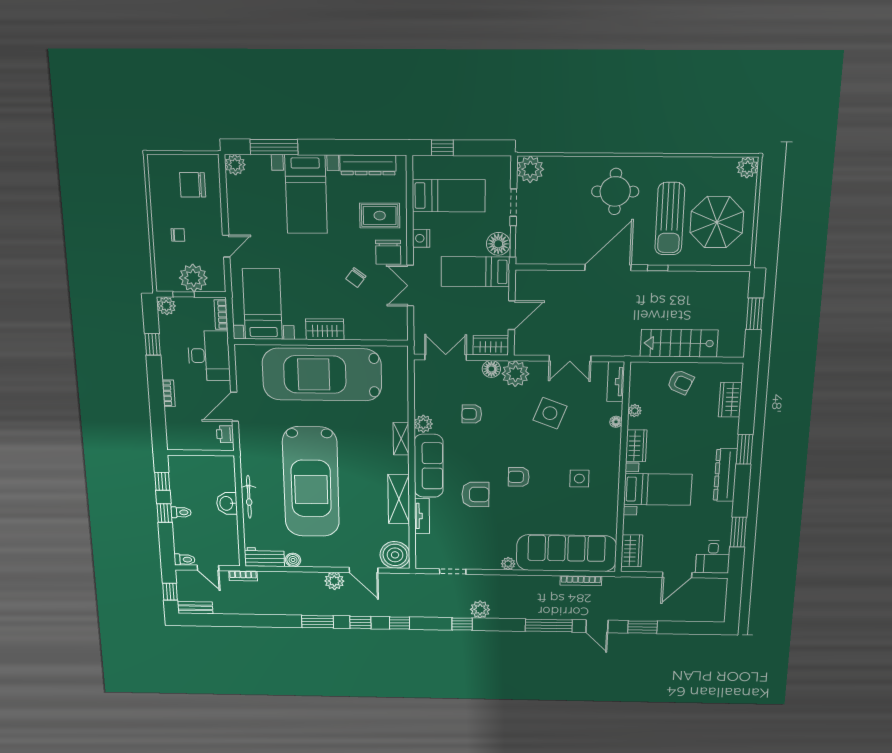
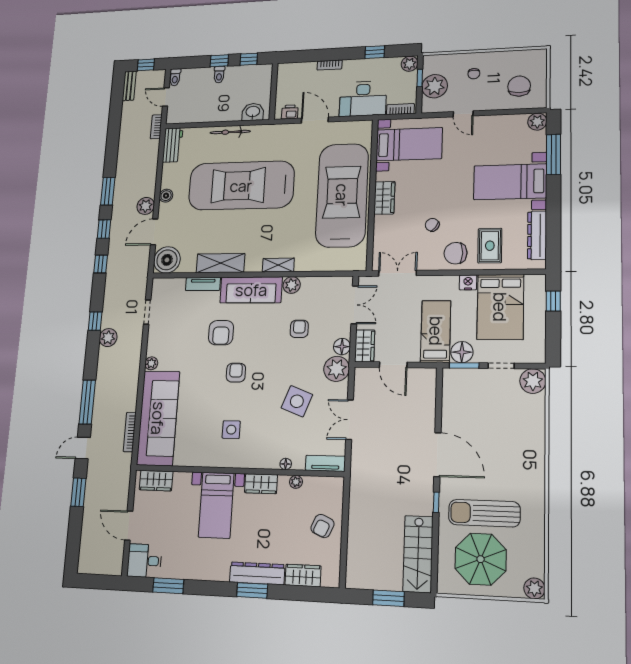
round table: (615, 191) -> (511, 461), removed
bed: (449, 196) -> (500, 307), width x1.50
double door: (410, 286) -> (397, 273), moved
stairs: (679, 343) -> (418, 554), moved, turned 180
dresser: (725, 475) -> (257, 573), moved
washbasin: (227, 503) -> (253, 112), moved
boiler: (293, 560) -> (166, 196), moved
door: (208, 568) -> (166, 97), hinge flipped

